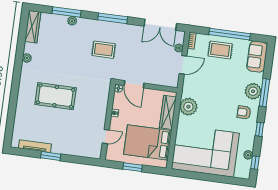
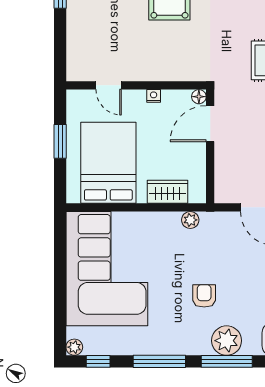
plant: (188, 107) -> (190, 220), width x0.53, depth x0.53
wardrobe: (168, 112) -> (168, 192), width x0.67
armchair: (244, 112) -> (204, 296), moved
window: (259, 129) -> (159, 361), width x2.17
plant: (248, 155) -> (74, 347), moved

